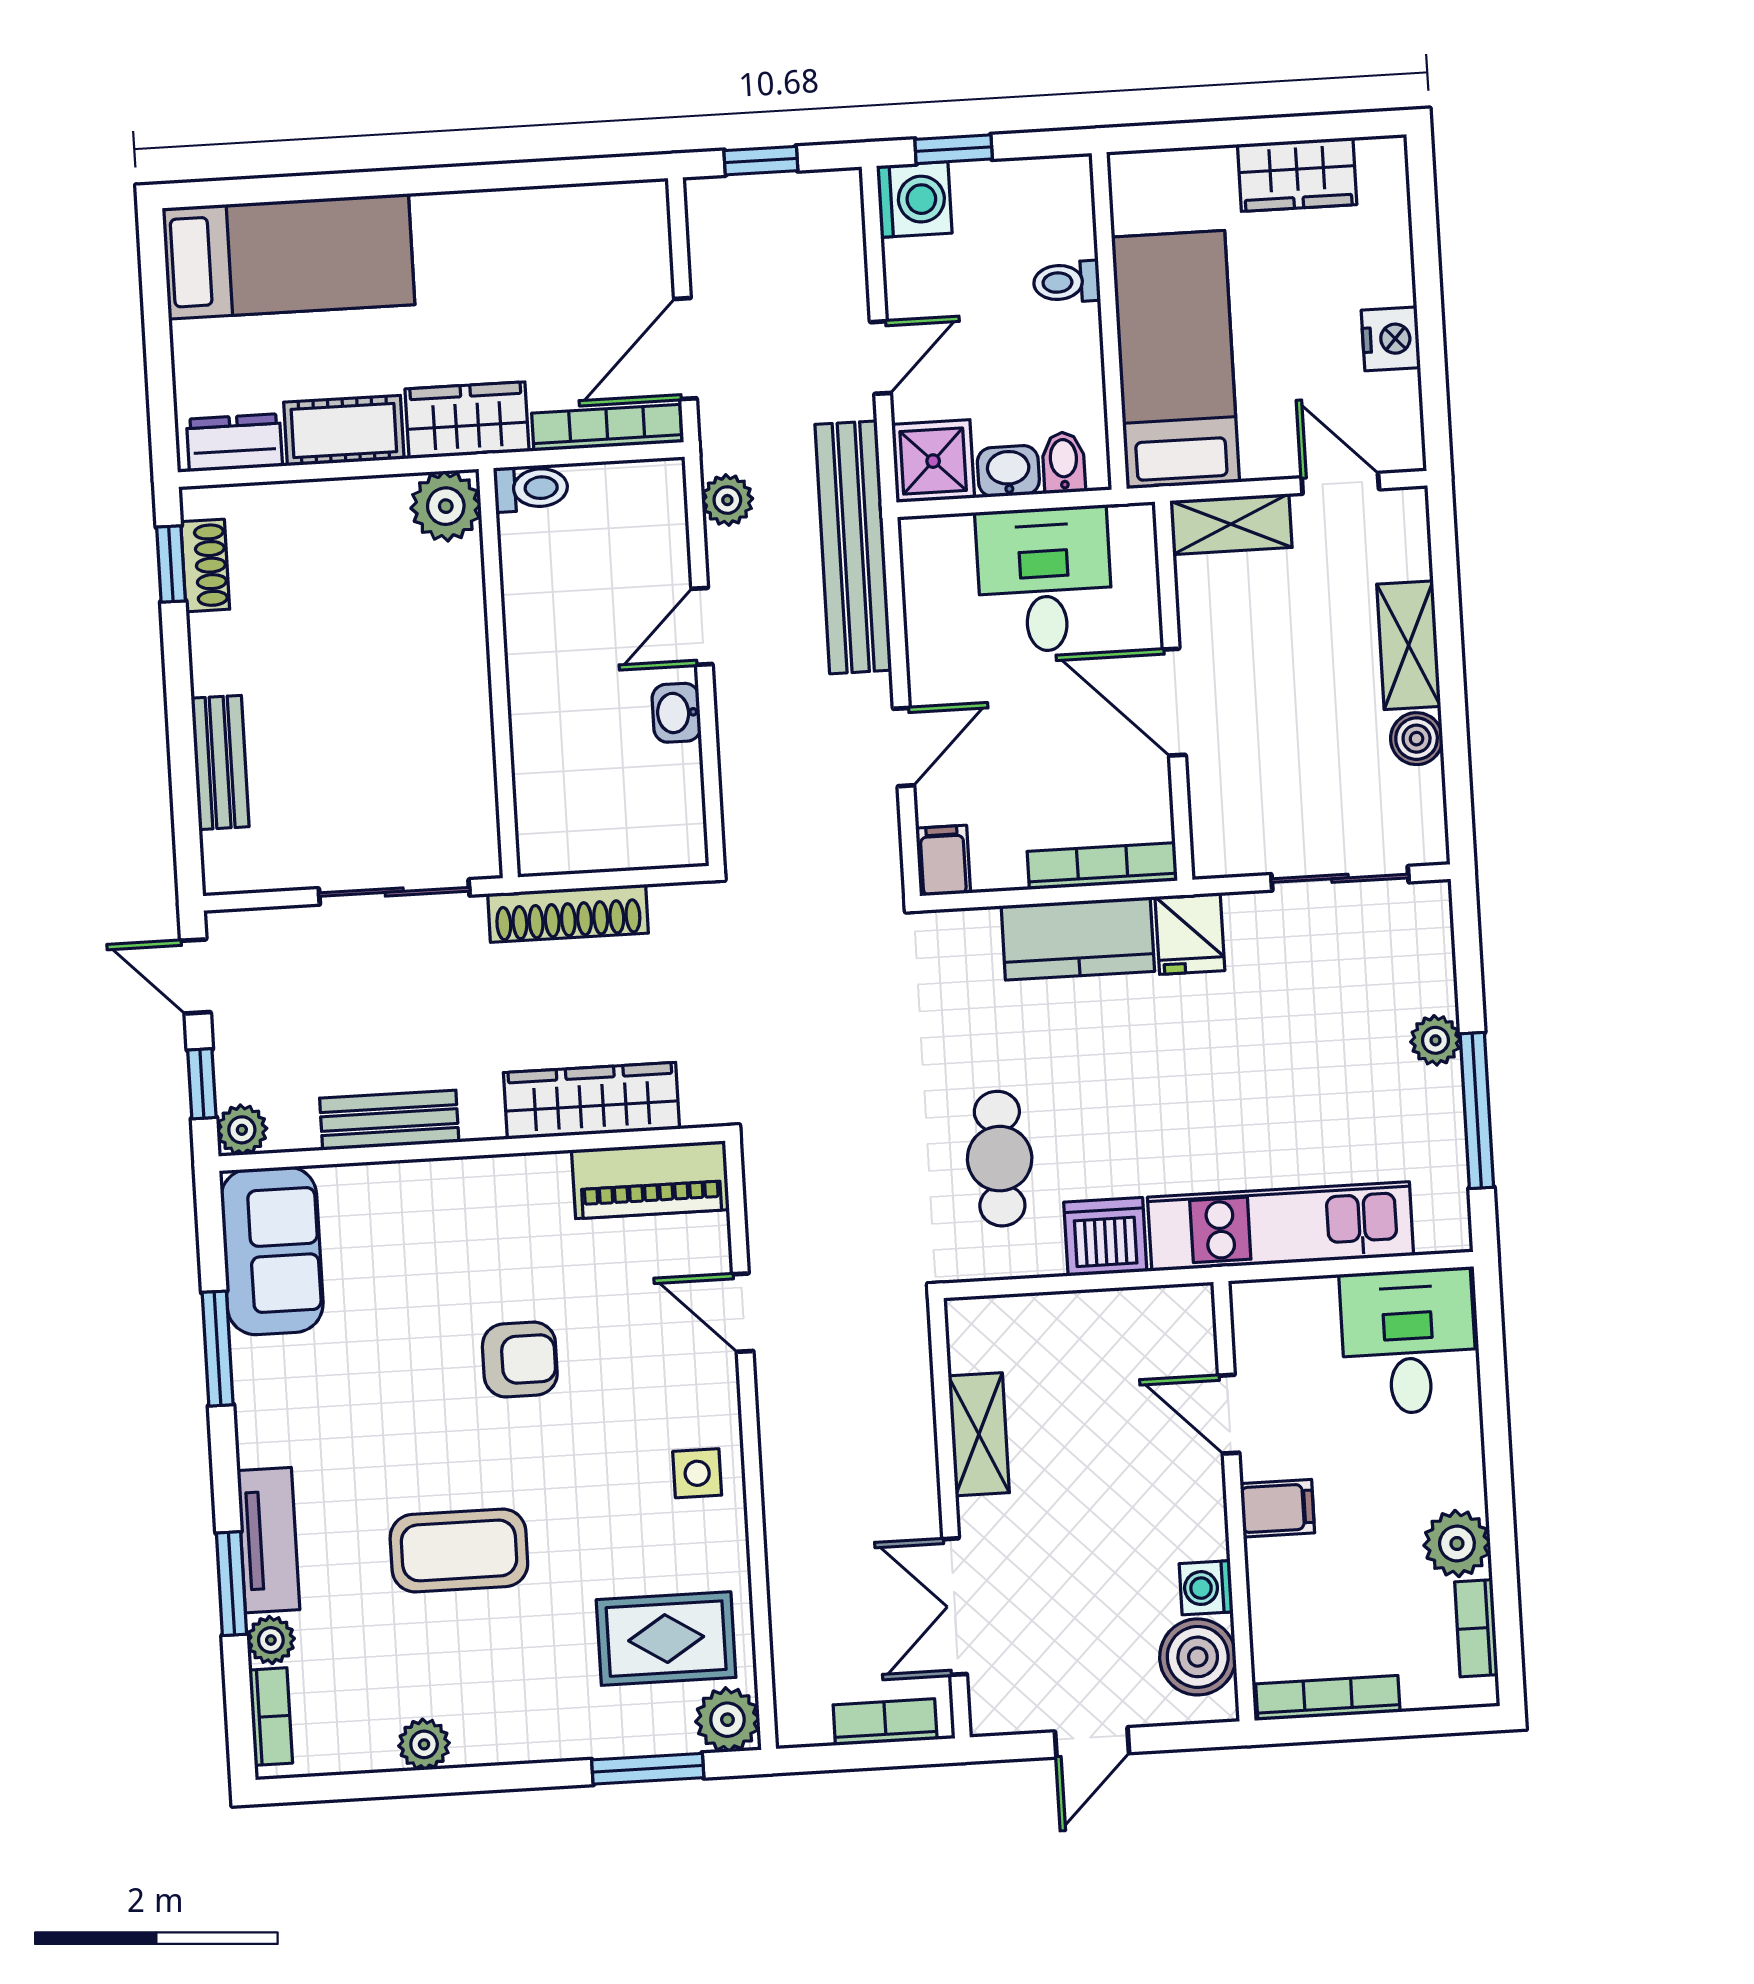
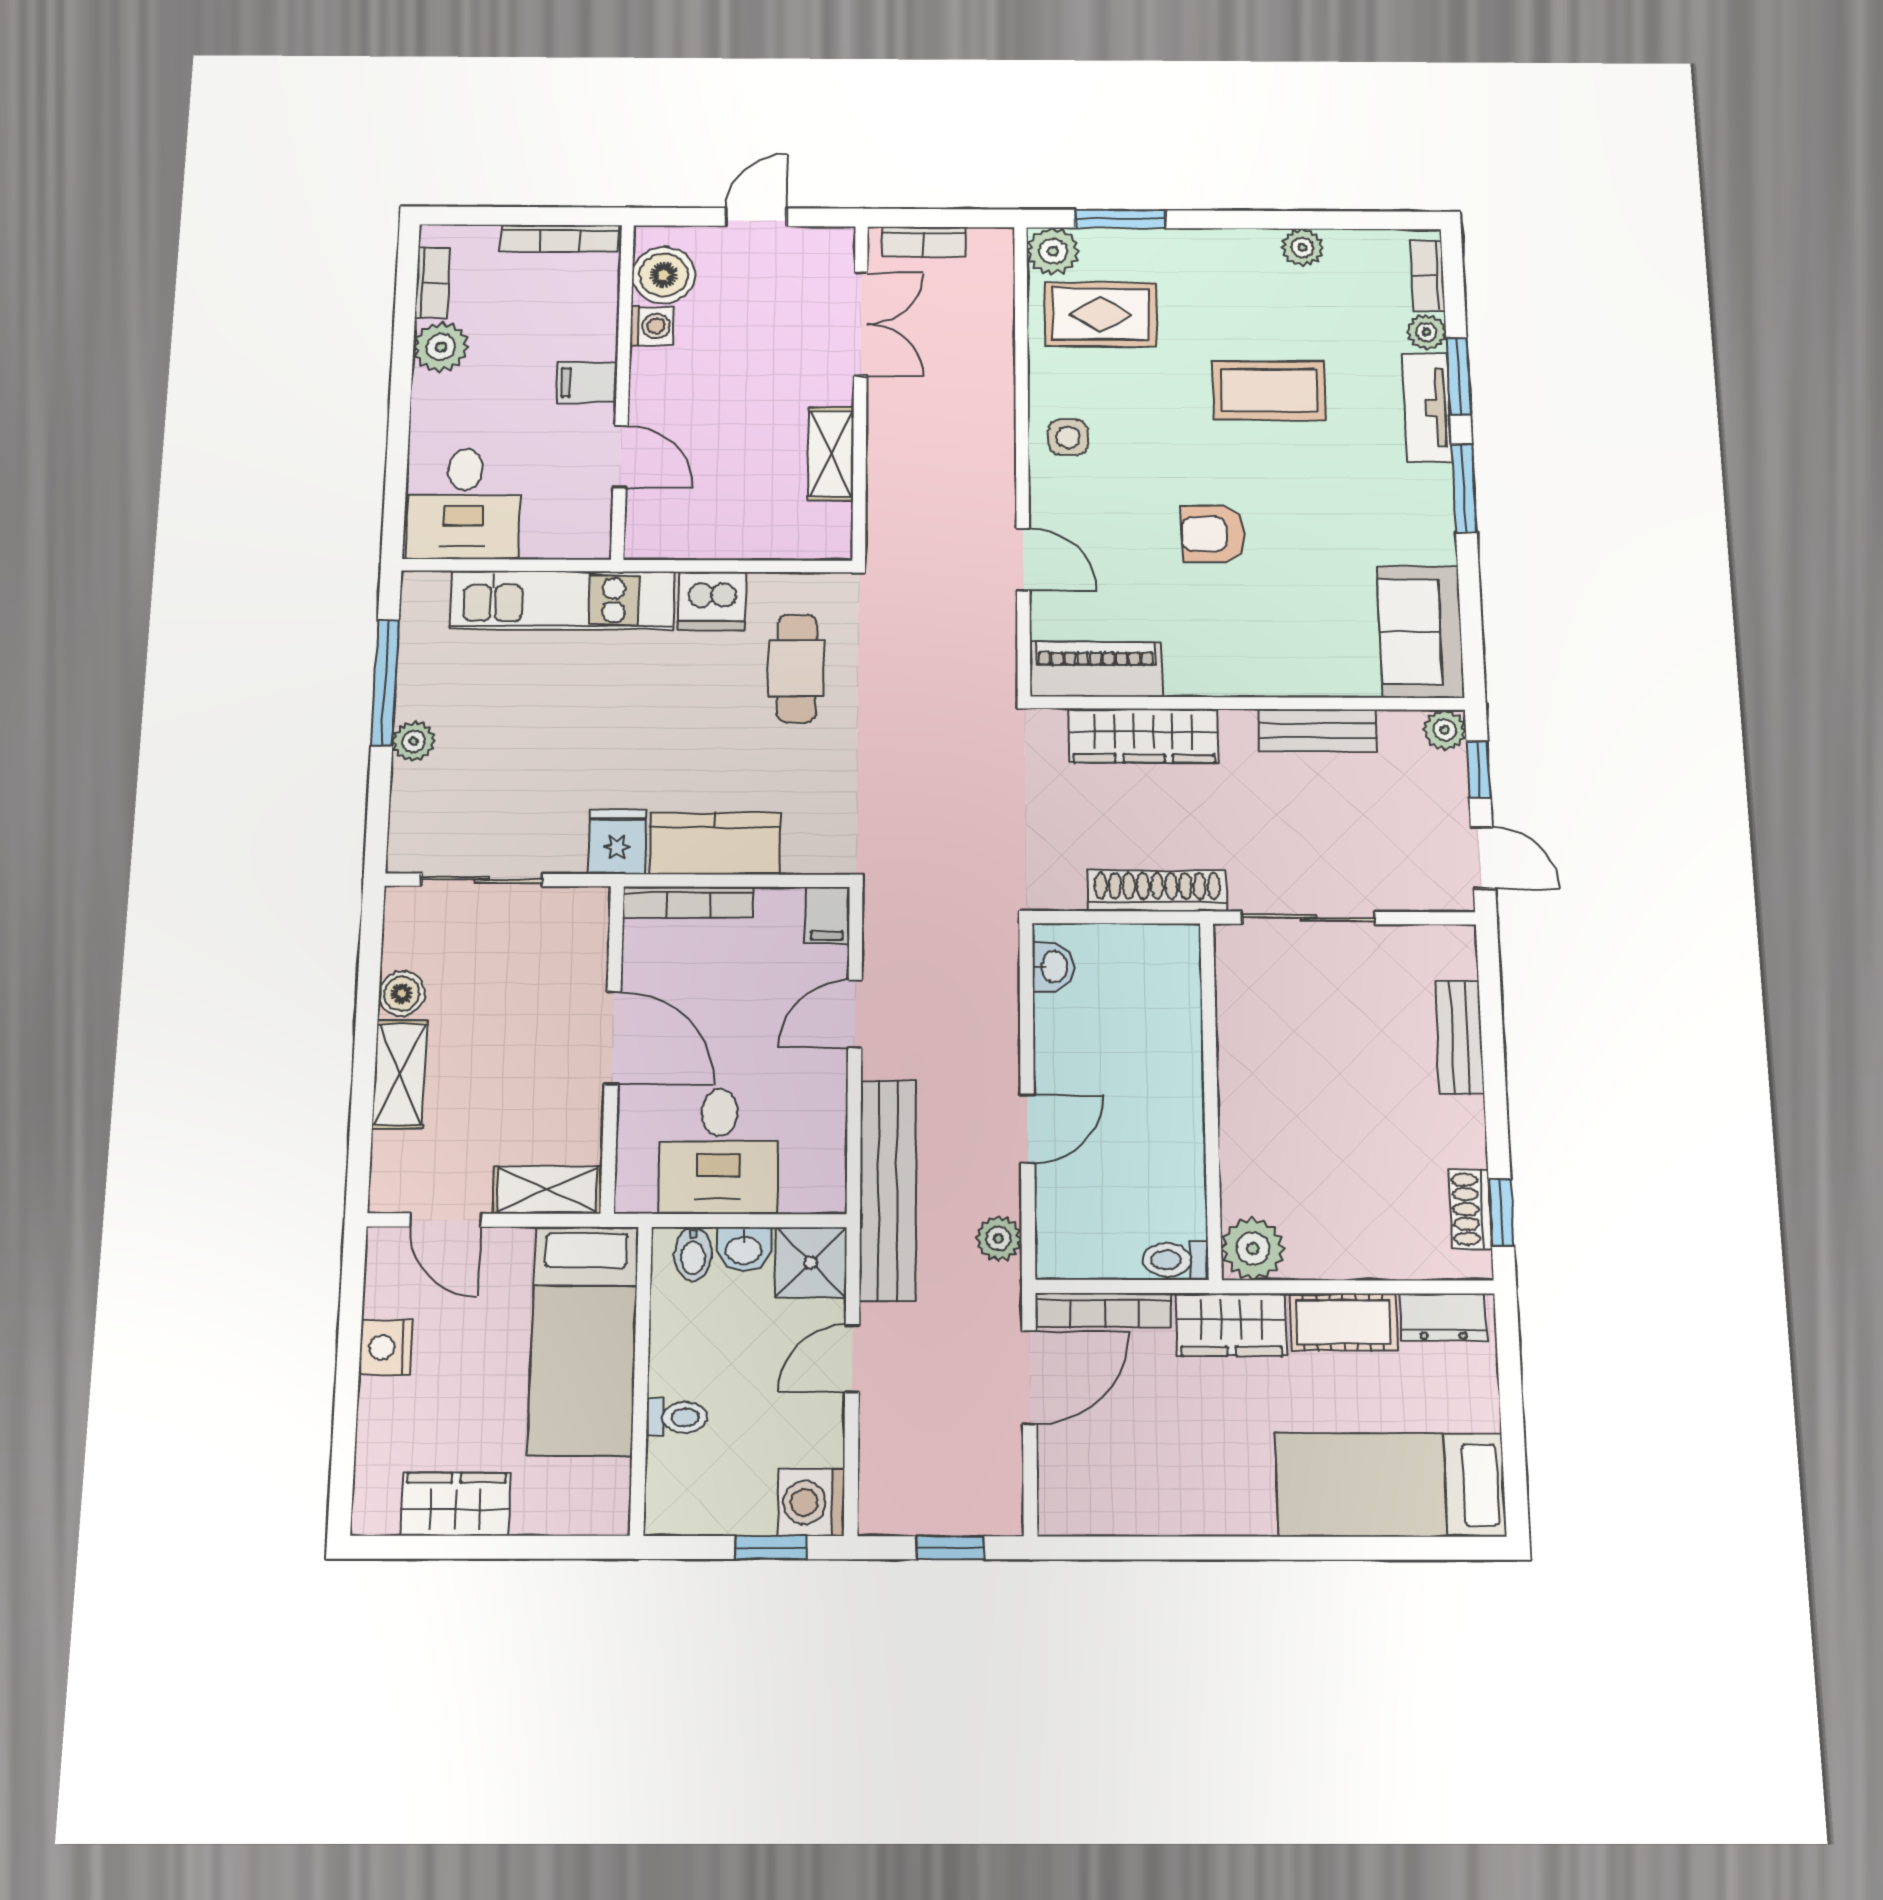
washbasin: (676, 713) -> (1053, 967), moved
window: (218, 1349) -> (1464, 488), moved

